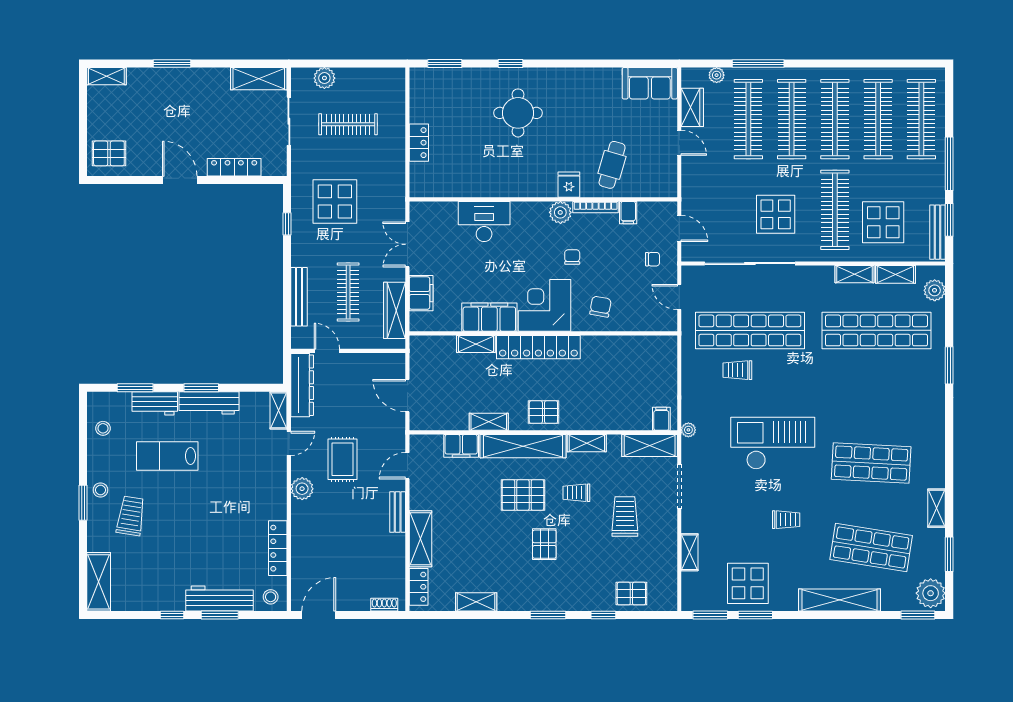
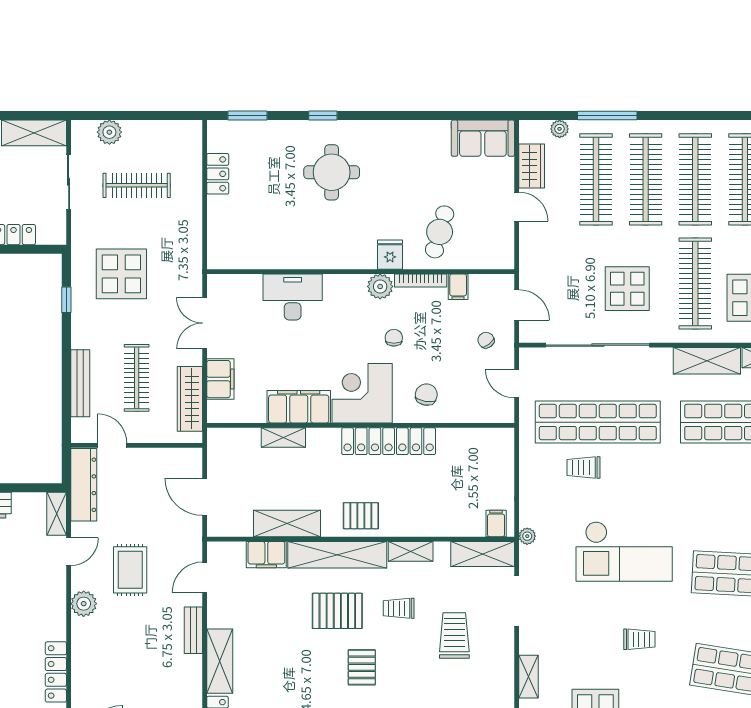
locker: (419, 143) -> (218, 174), moved
chair: (653, 259) -> (486, 340), turned -127
shelving: (855, 274) -> (707, 361), width x1.50, depth x1.33
locker: (538, 347) -> (389, 441), moved
shelving: (489, 422) -> (287, 523), width x1.50, depth x1.33
checkout: (773, 443) -> (624, 551), turned 180

